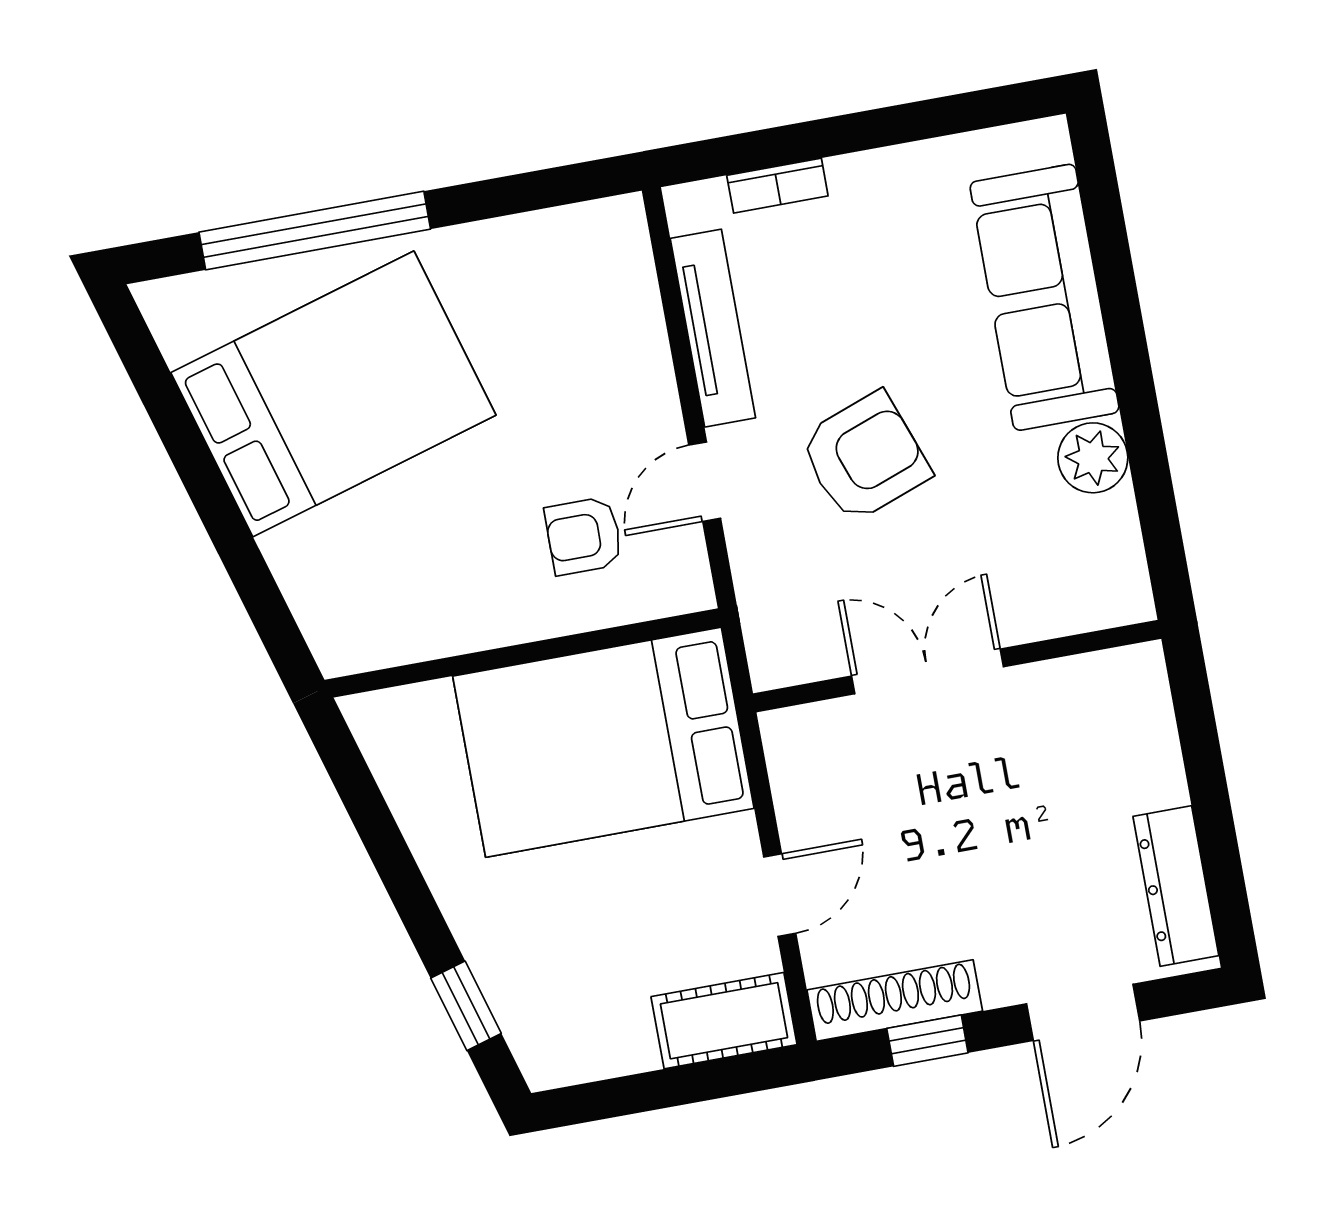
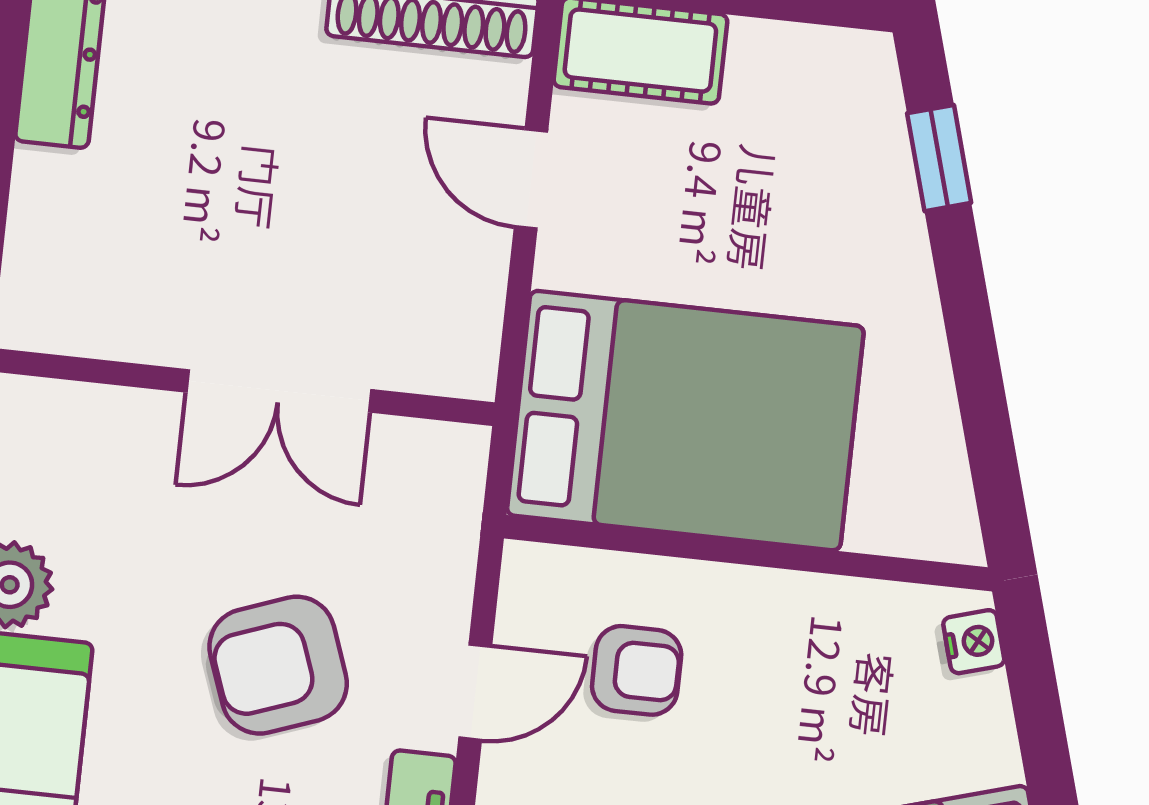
nightstand: (327, 636) -> (974, 642), added
door: (780, 895) -> (531, 179), hinge flipped

